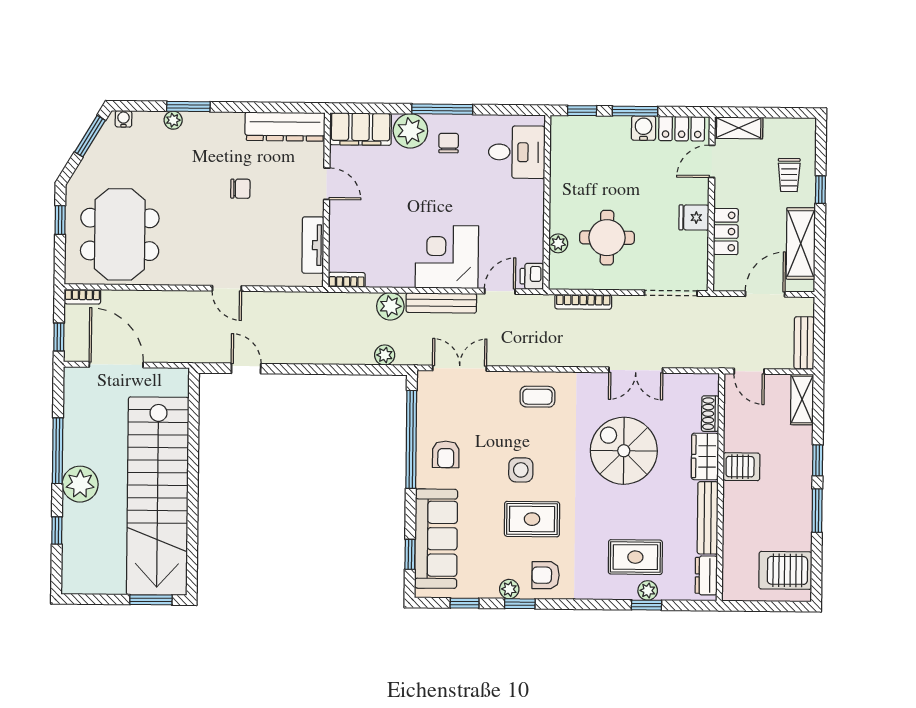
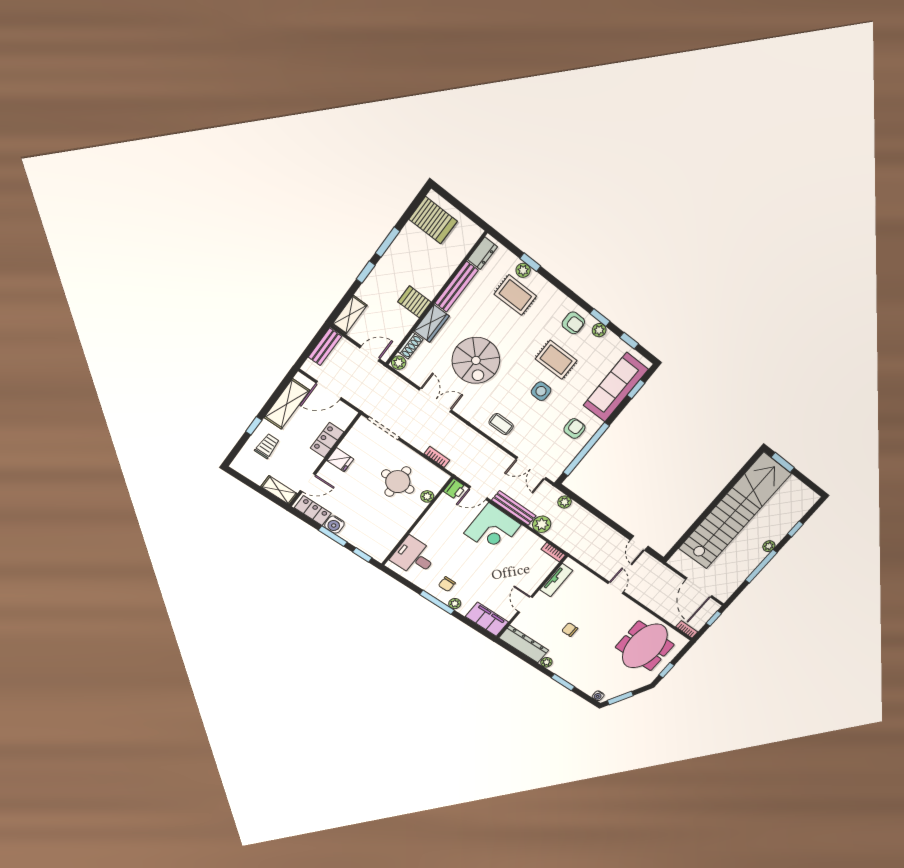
plant: (173, 120) -> (546, 662), moved
plant: (410, 131) -> (455, 604), width x0.53, depth x0.53
bookcase: (583, 302) -> (437, 457), width x0.64
door: (749, 371) -> (370, 353), hinge flipped
plant: (709, 384) -> (399, 363), added
plant: (80, 484) -> (769, 546), width x0.53, depth x0.53

